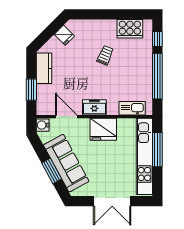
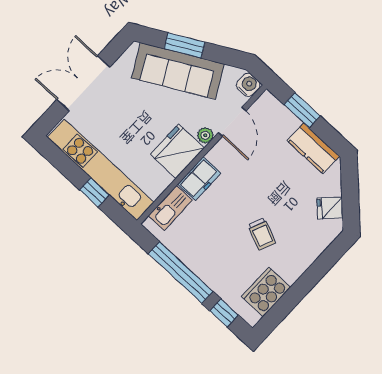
freezer: (94, 107) -> (199, 179), moved
door: (66, 117) -> (232, 122), hinge flipped
plant: (84, 123) -> (205, 135), added
window: (157, 150) -> (94, 192), width x0.46

